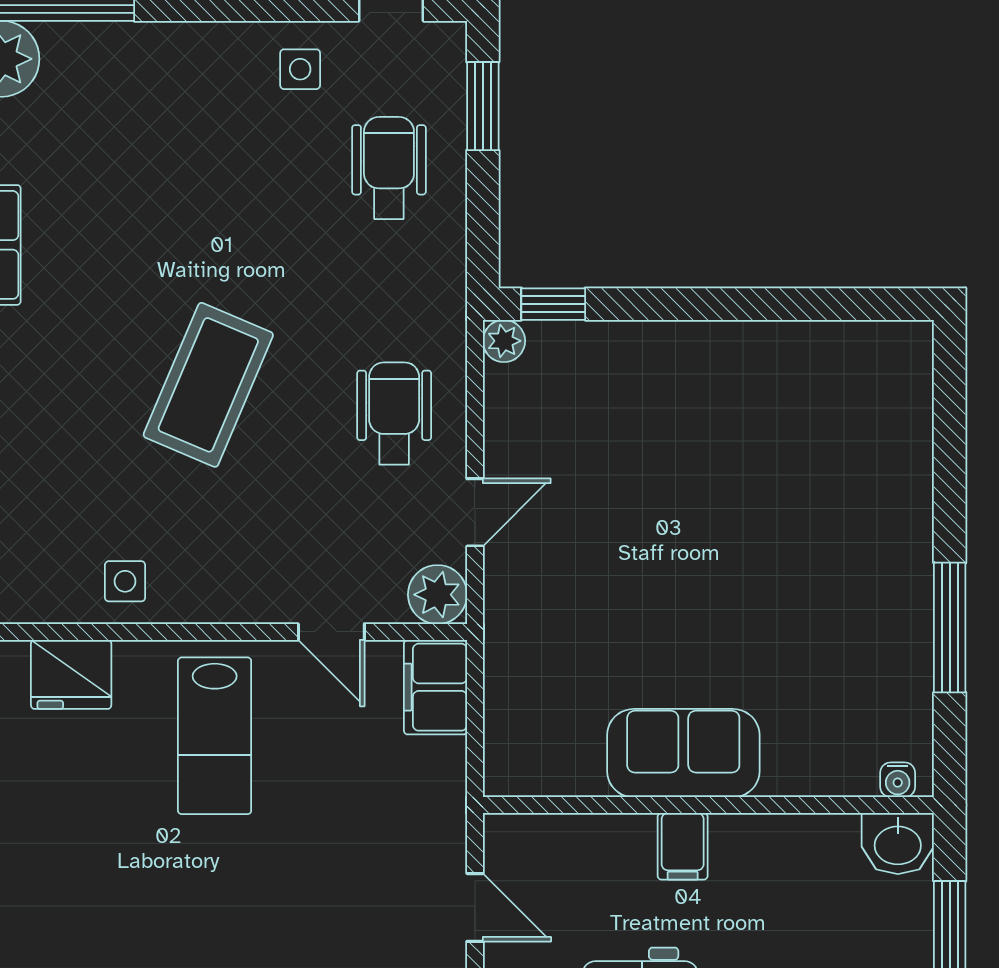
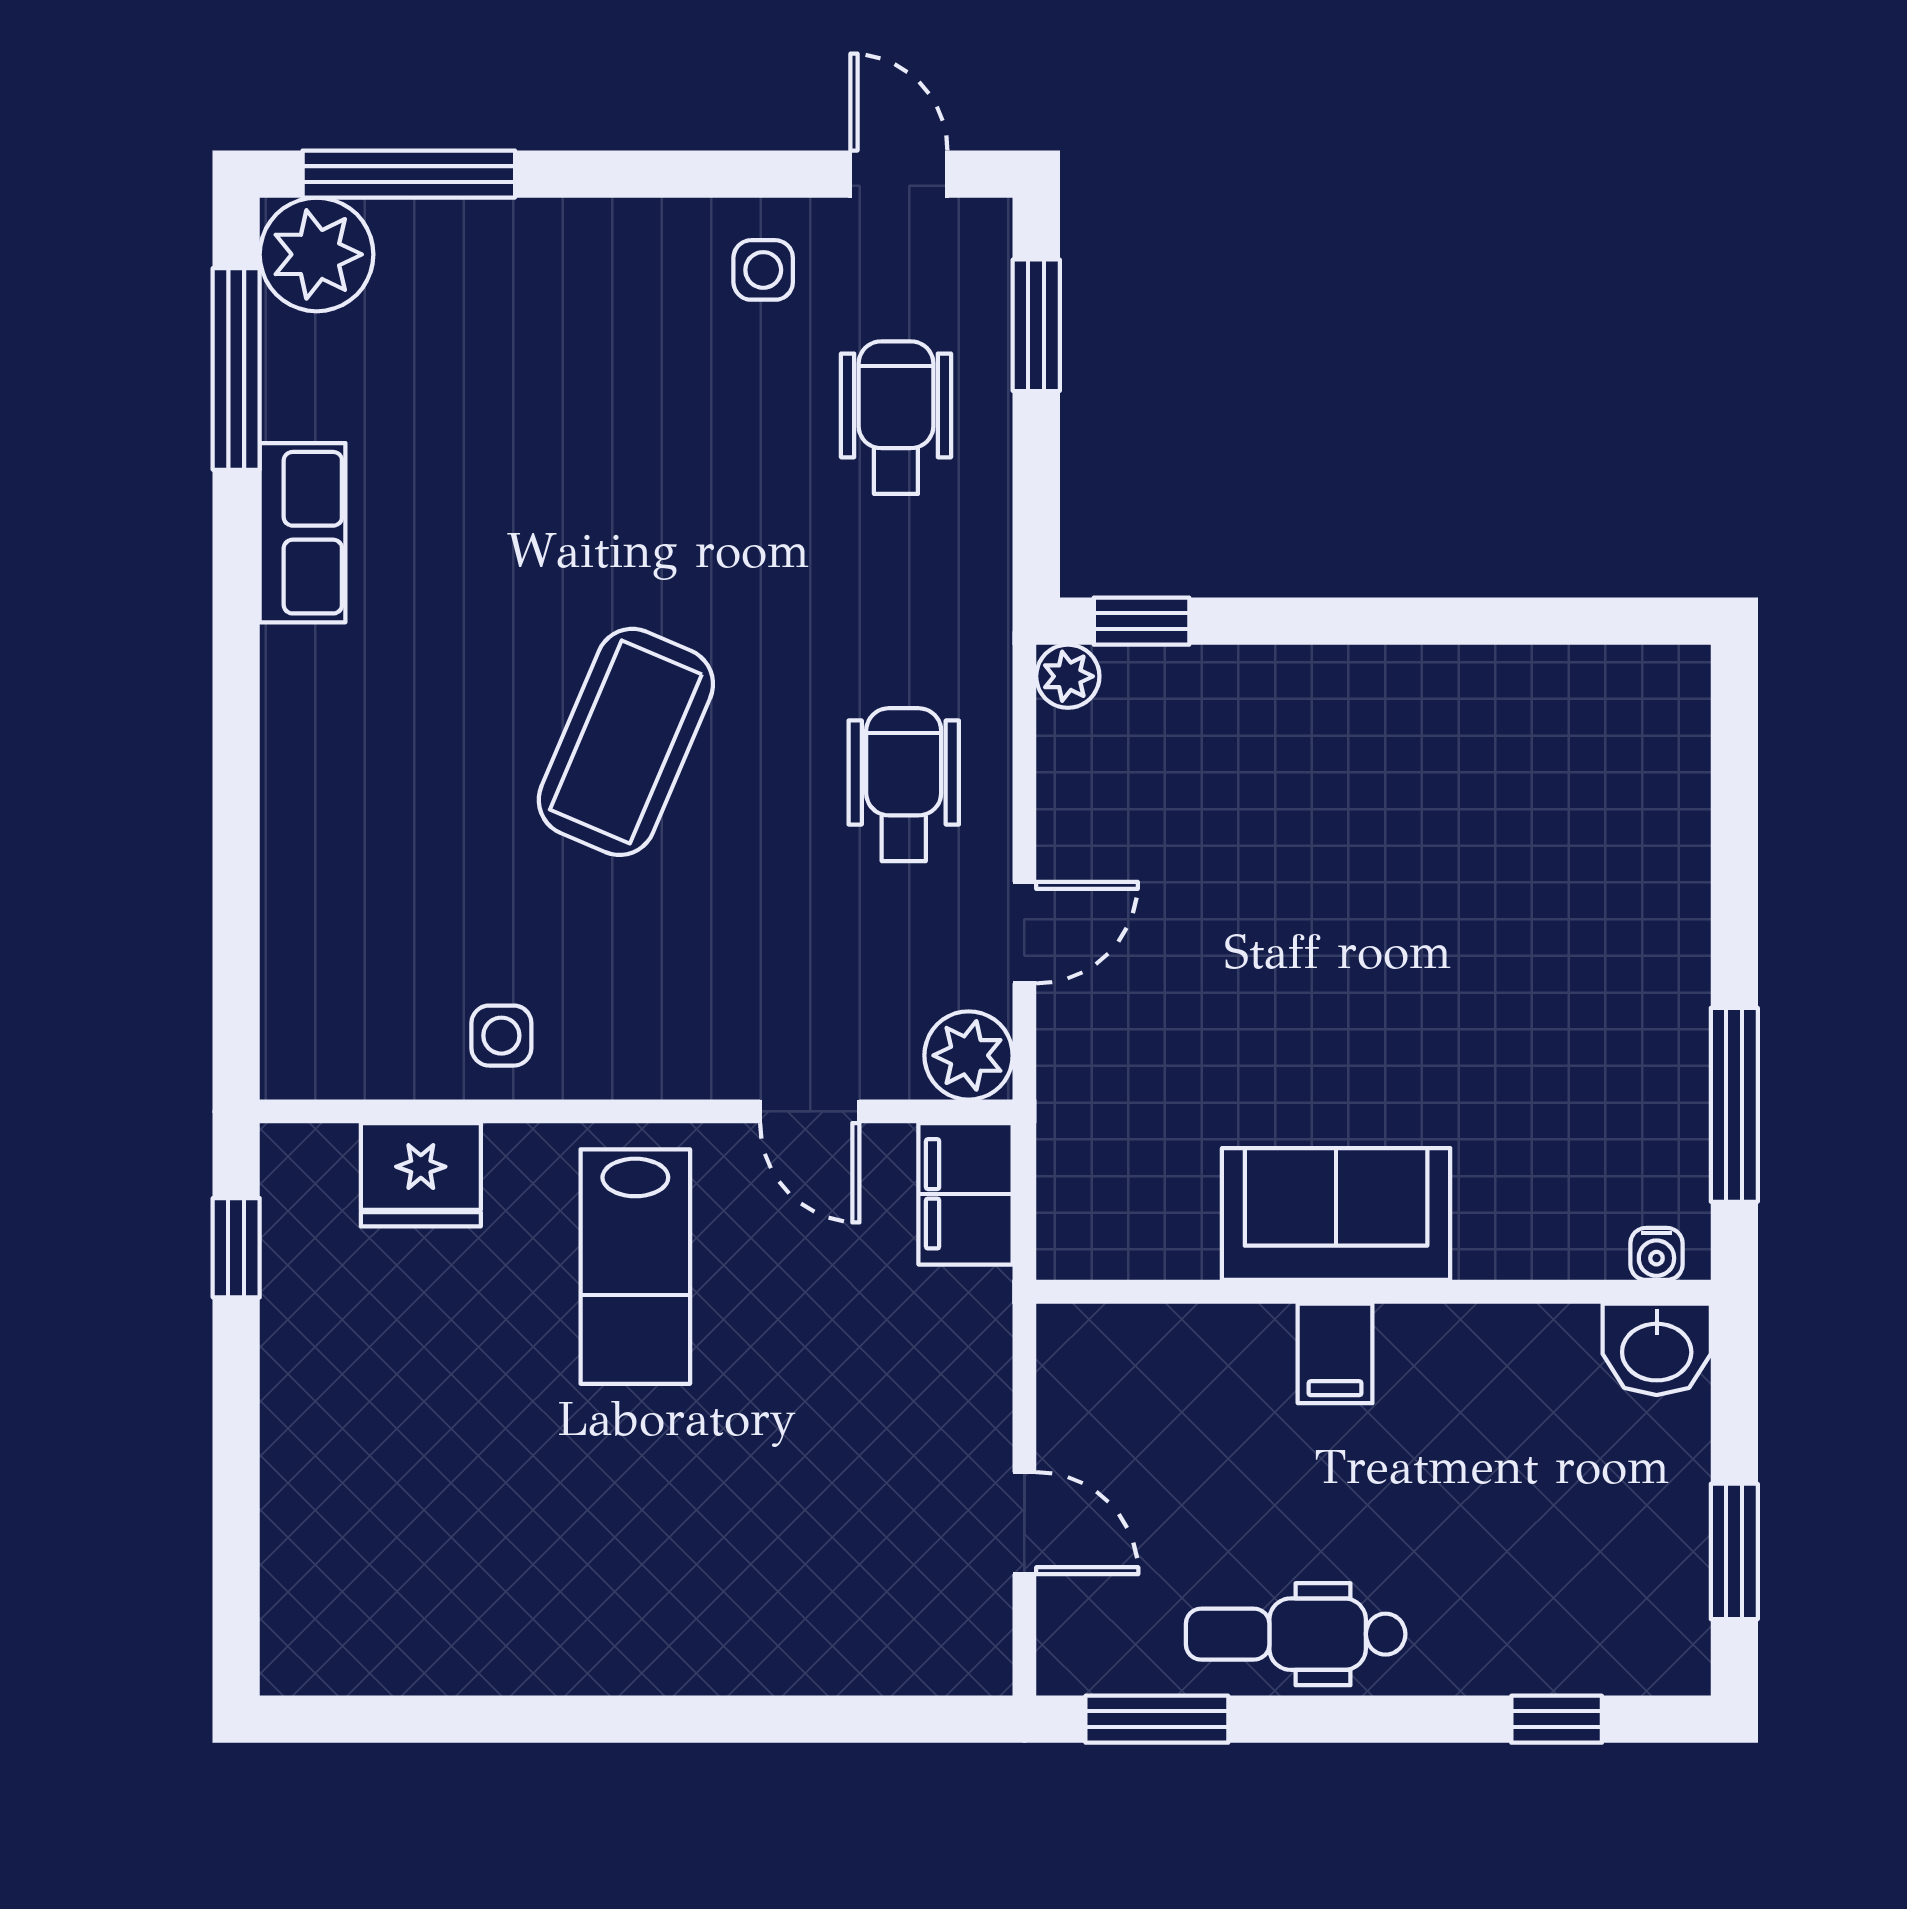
sofa: (683, 753) -> (1336, 1214), moved
water cooler: (898, 780) -> (1656, 1254), moved
wall: (708, 805) -> (1374, 1292), moved
washbasin: (898, 844) -> (1657, 1349), moved
filing cabinet: (683, 846) -> (1335, 1353), moved

